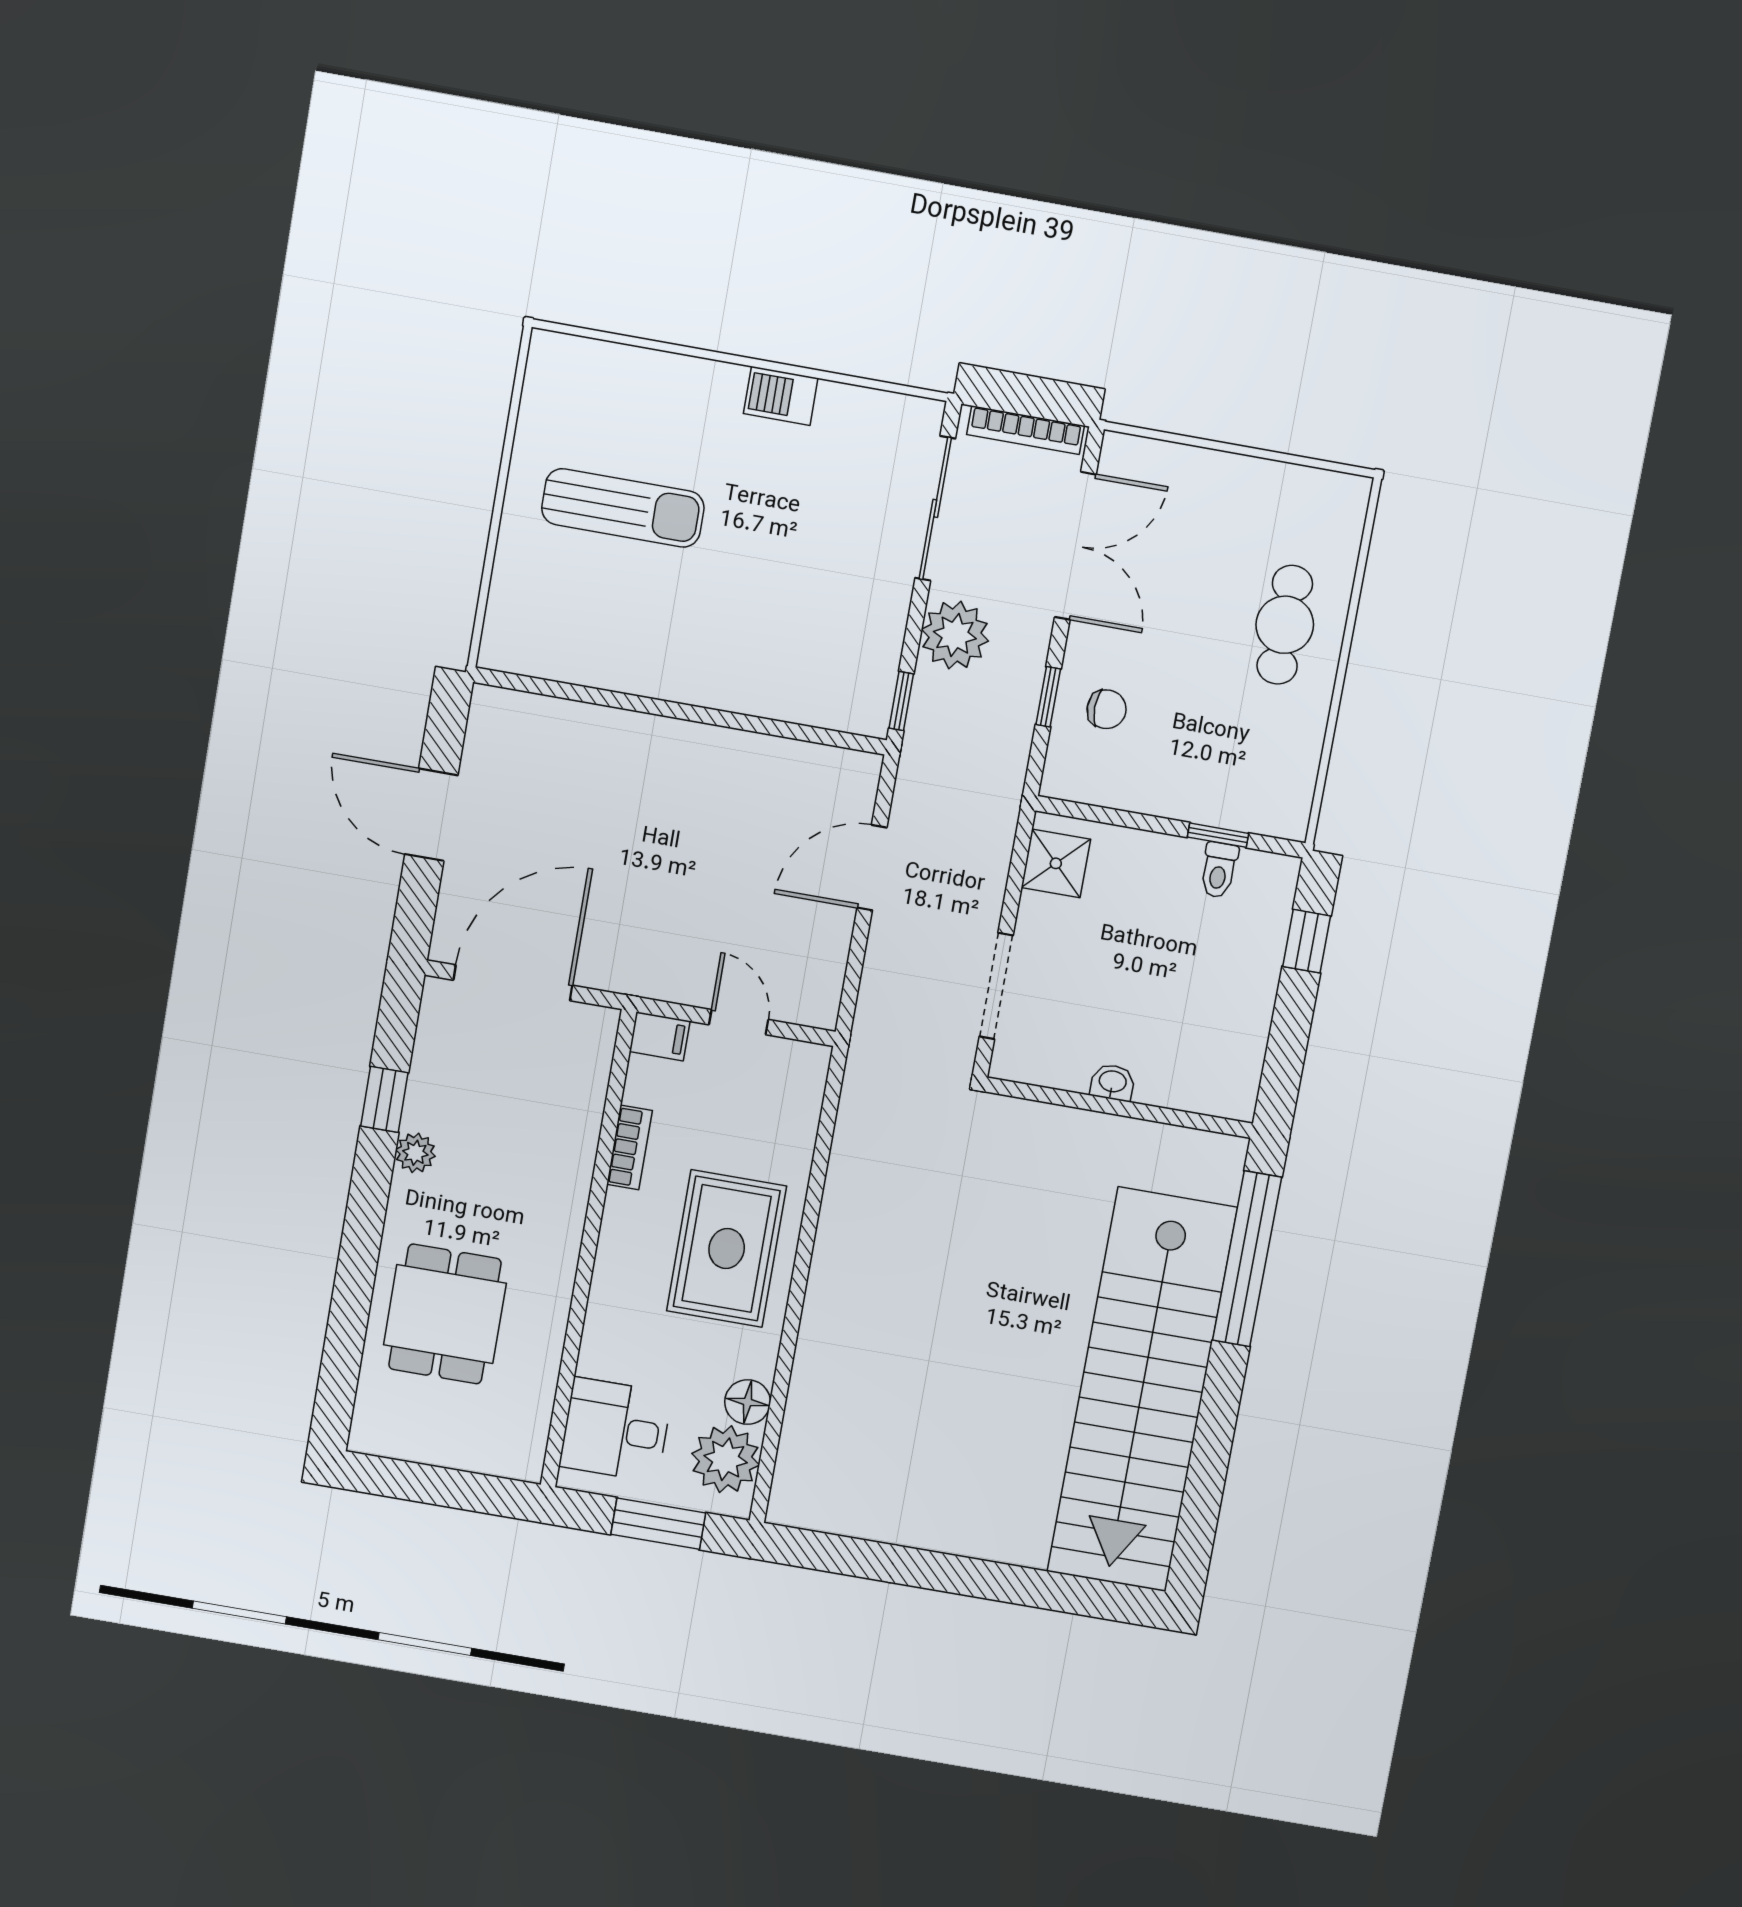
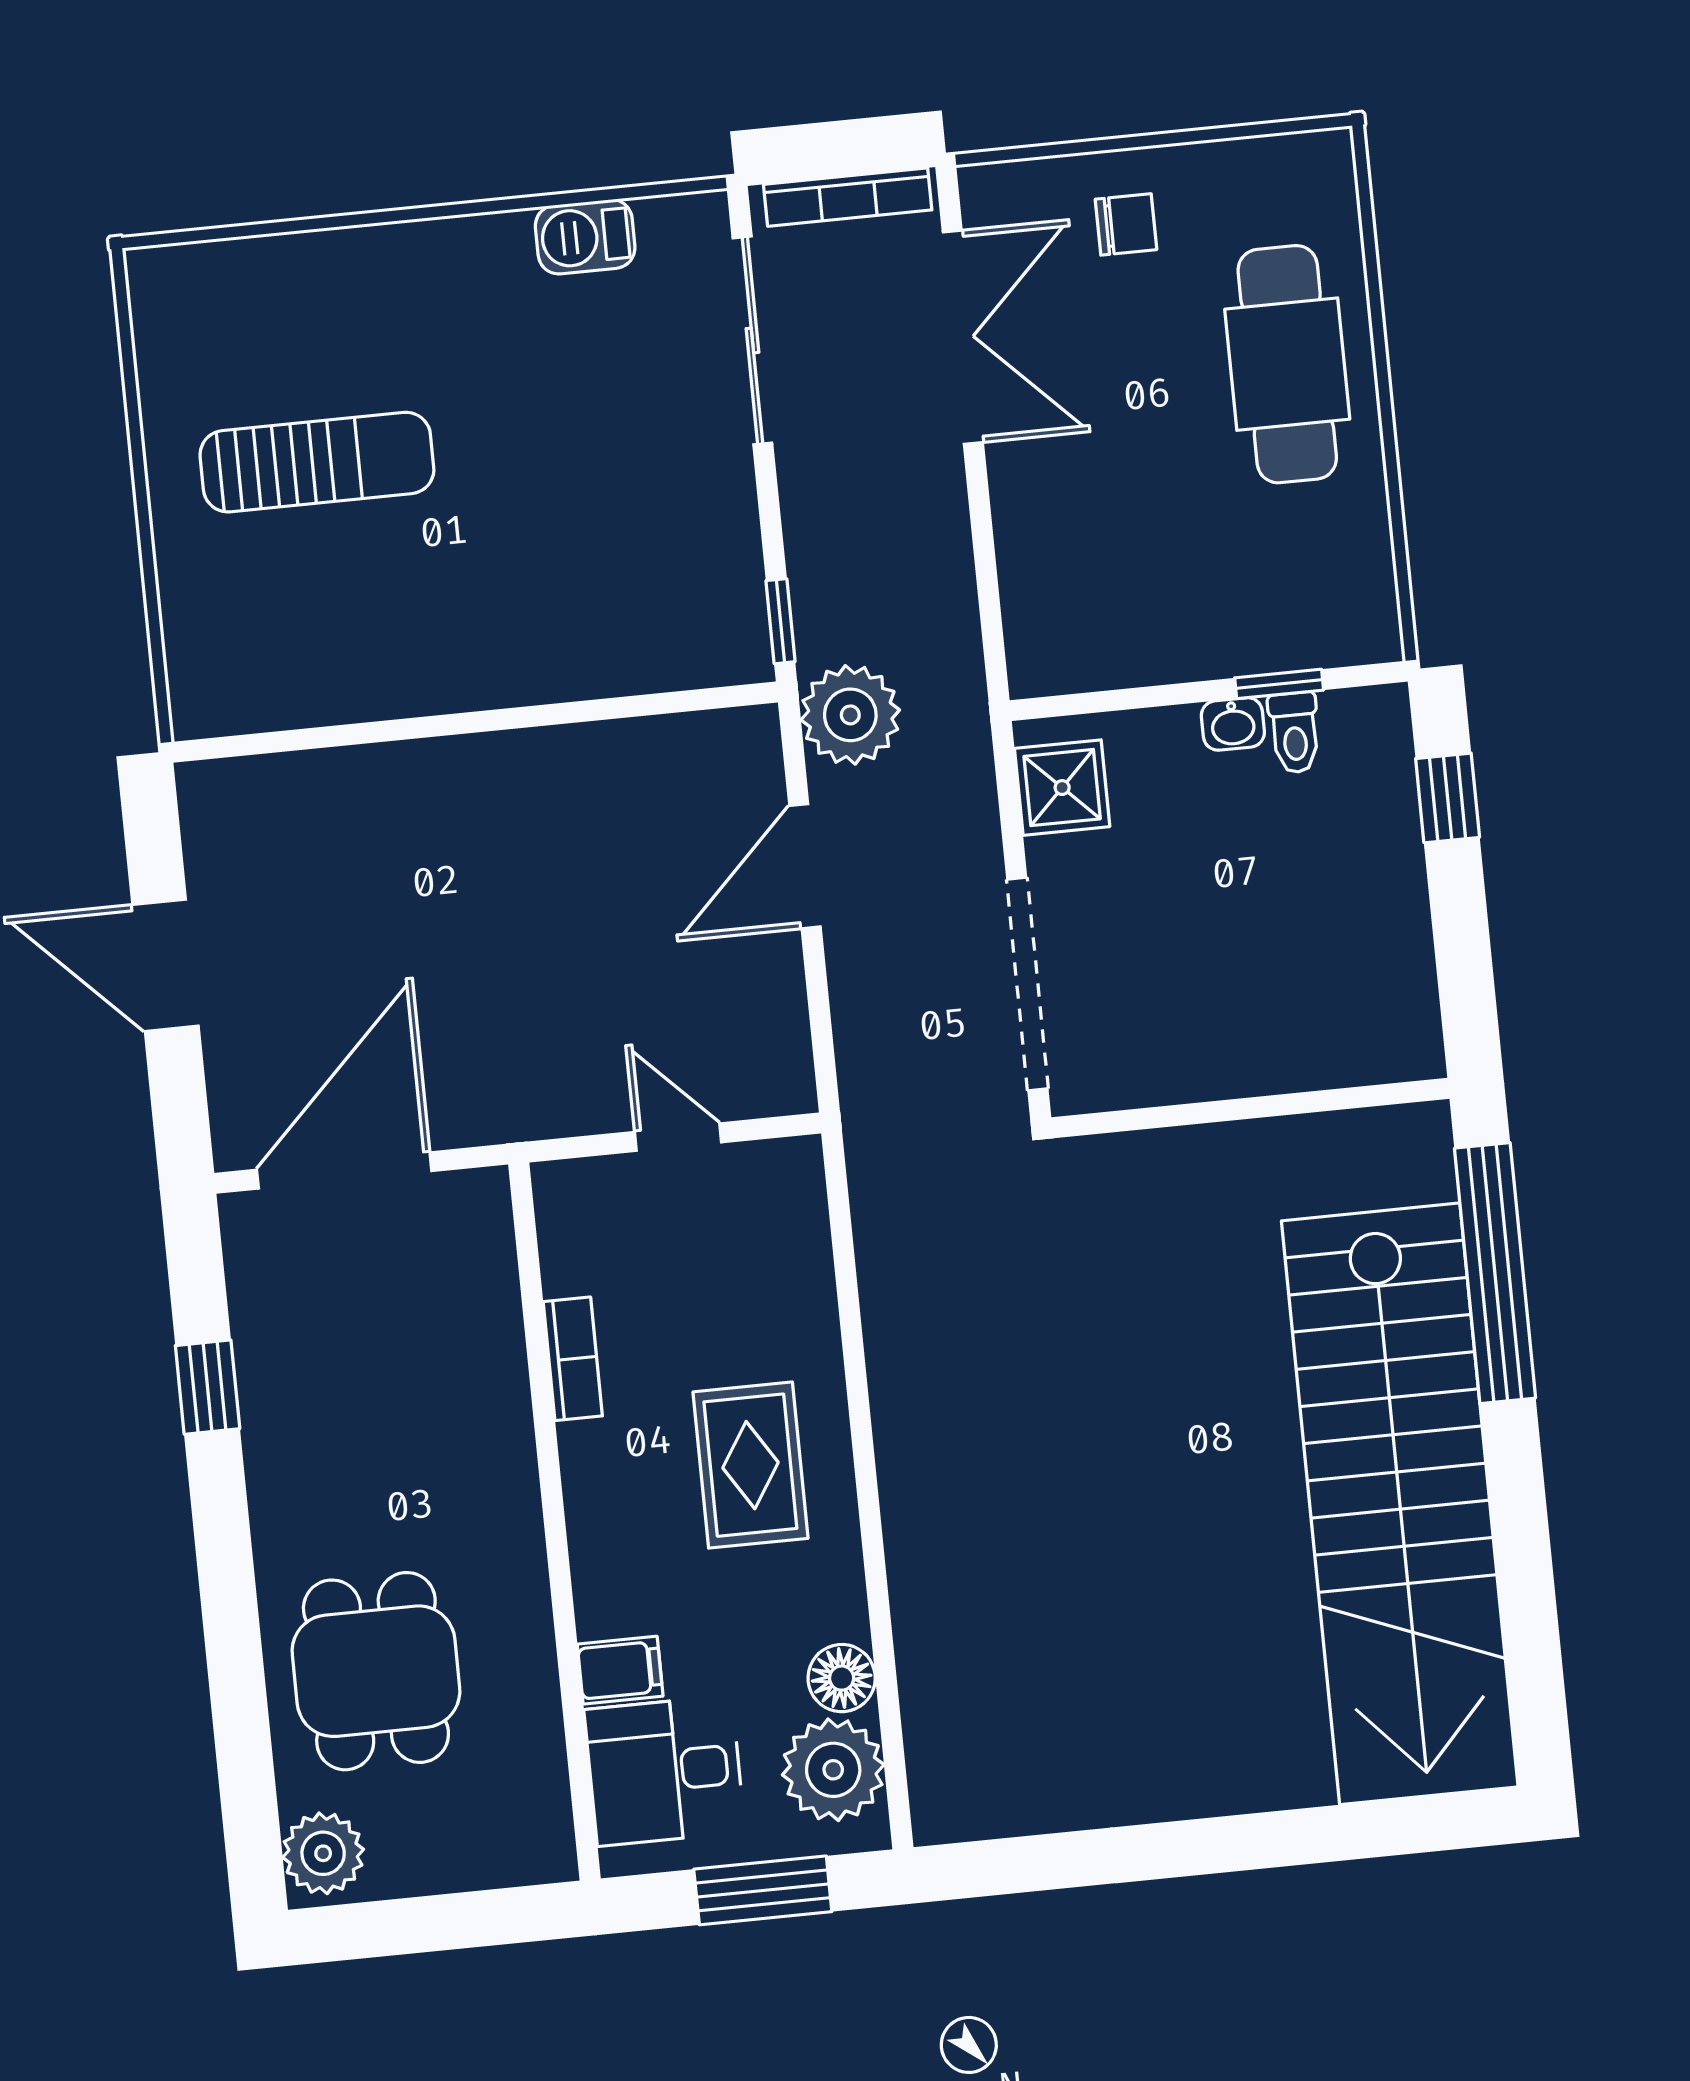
barbecue: (781, 396) -> (585, 237), moved
cafe table: (1285, 625) -> (1287, 364), width x1.37, depth x1.35
plant: (955, 635) -> (850, 715), moved
window: (1048, 697) -> (985, 557), removed
chair: (1107, 709) -> (1126, 224), moved
doorway: (996, 986) -> (1027, 984), width x1.36
filing cabinet: (660, 1036) -> (620, 1670), moved
washbasin: (1113, 1082) -> (1233, 724), moved, turned 180
plant: (415, 1153) -> (323, 1853), moved, width x1.38, depth x1.38
rug: (727, 1249) -> (750, 1465), width x0.73, depth x0.70

